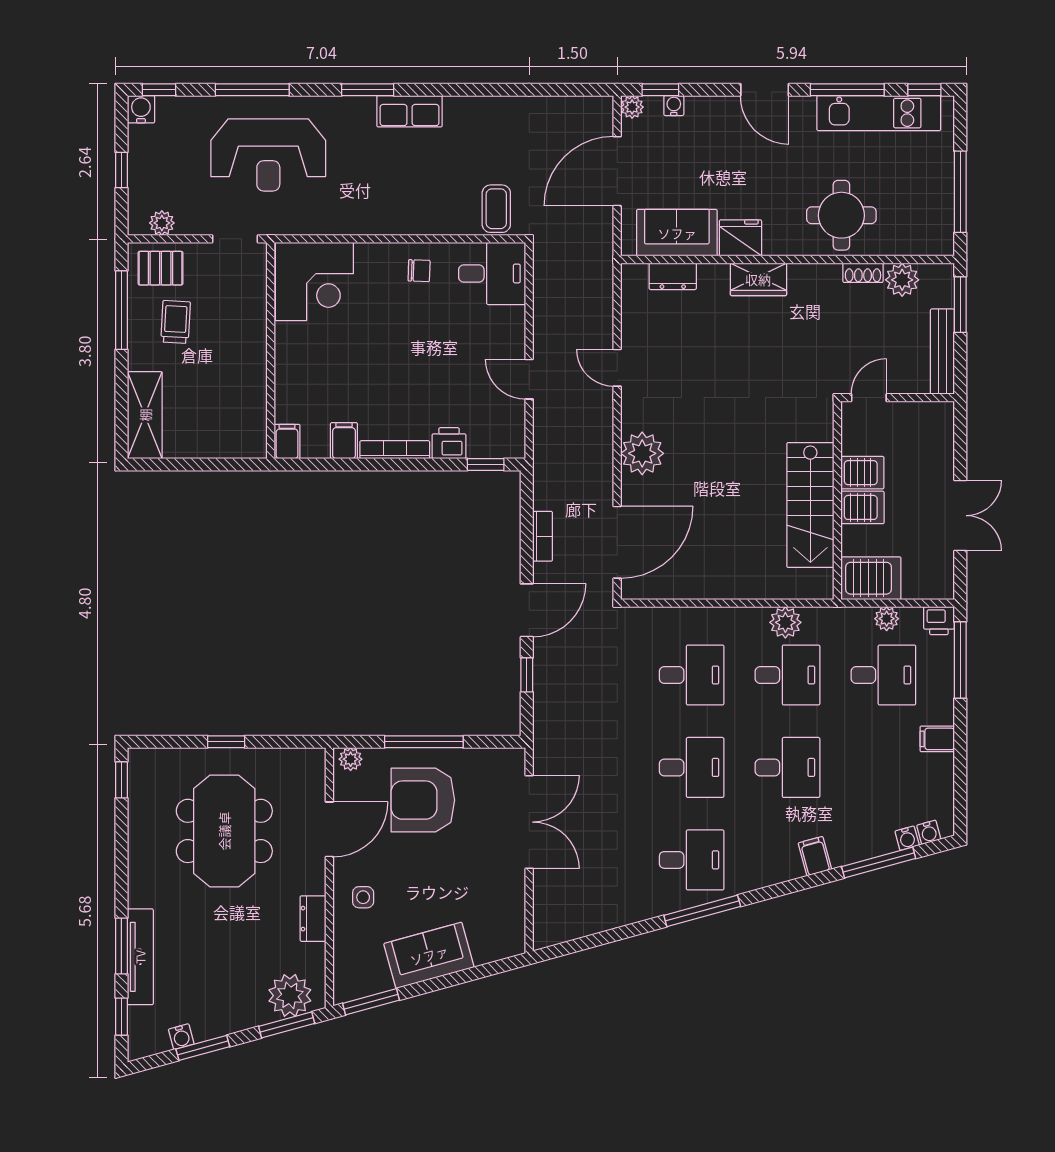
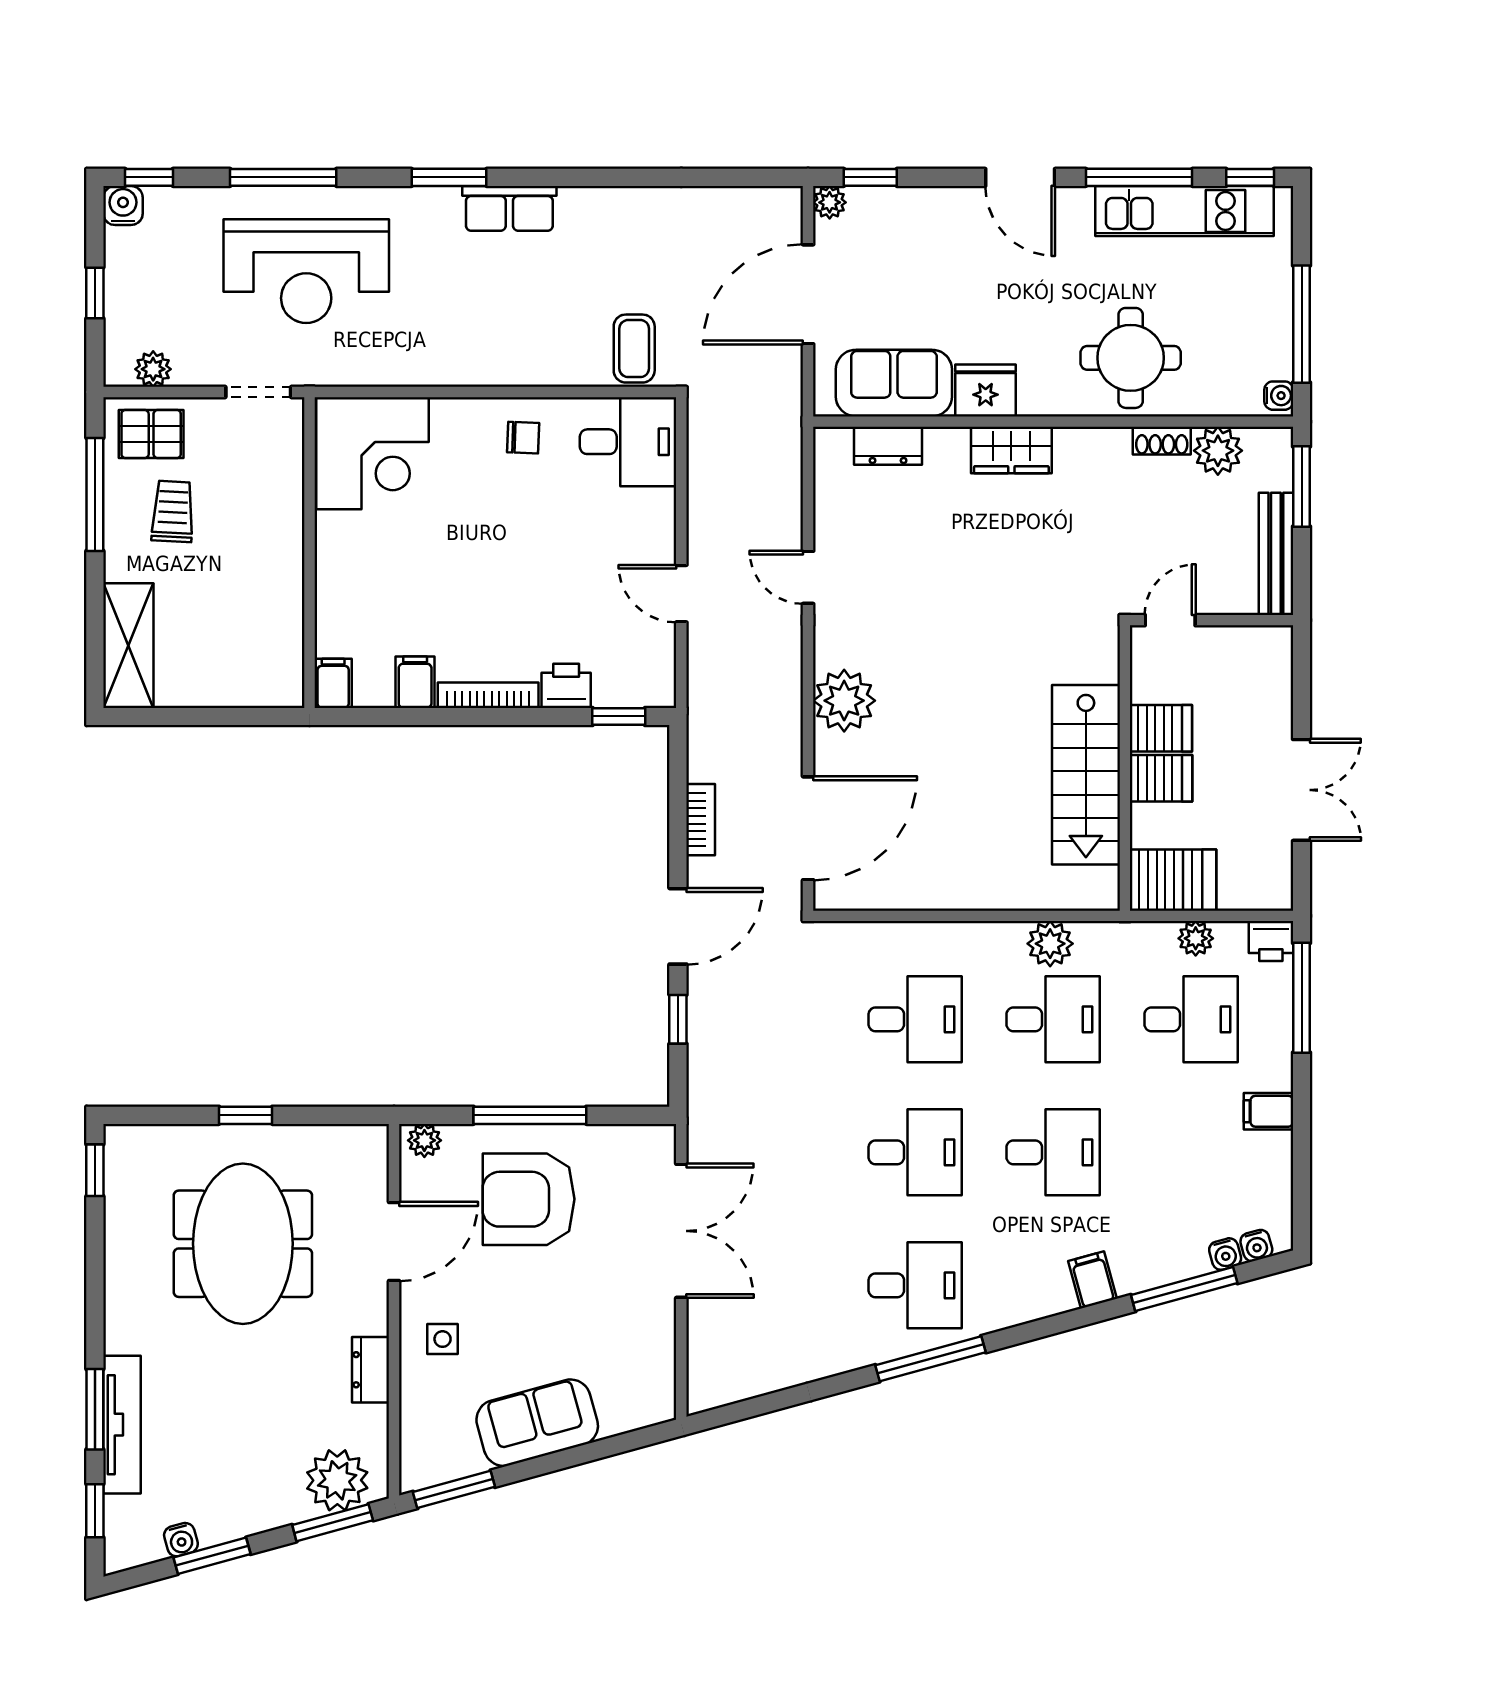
water cooler: (674, 106) -> (1279, 396), moved, turned 90

